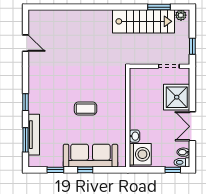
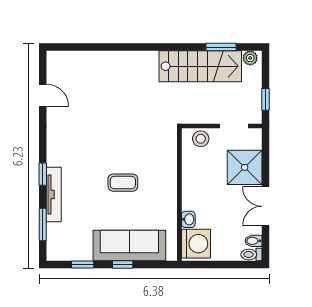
stool: (144, 76) -> (201, 139), added
tv unit: (34, 135) -> (54, 194), moved
window: (173, 170) -> (239, 265), removed

